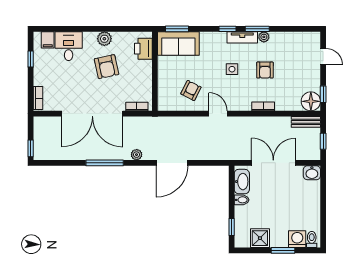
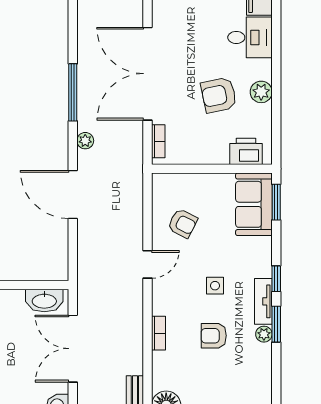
double door: (273, 163) -> (73, 349), swing flipped
bidet: (242, 200) -> (16, 300), removed

